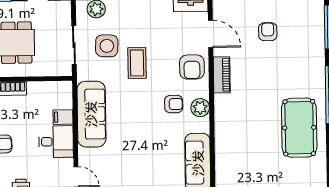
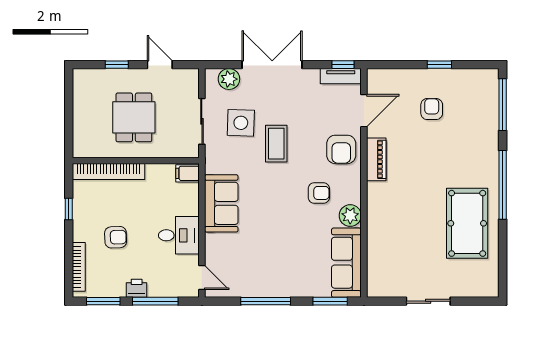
door: (211, 34) -> (364, 111), hinge flipped
plant: (200, 108) -> (350, 216), moved
sofa: (91, 114) -> (221, 203), width x0.73
filing cabinet: (63, 117) -> (188, 173), moved

